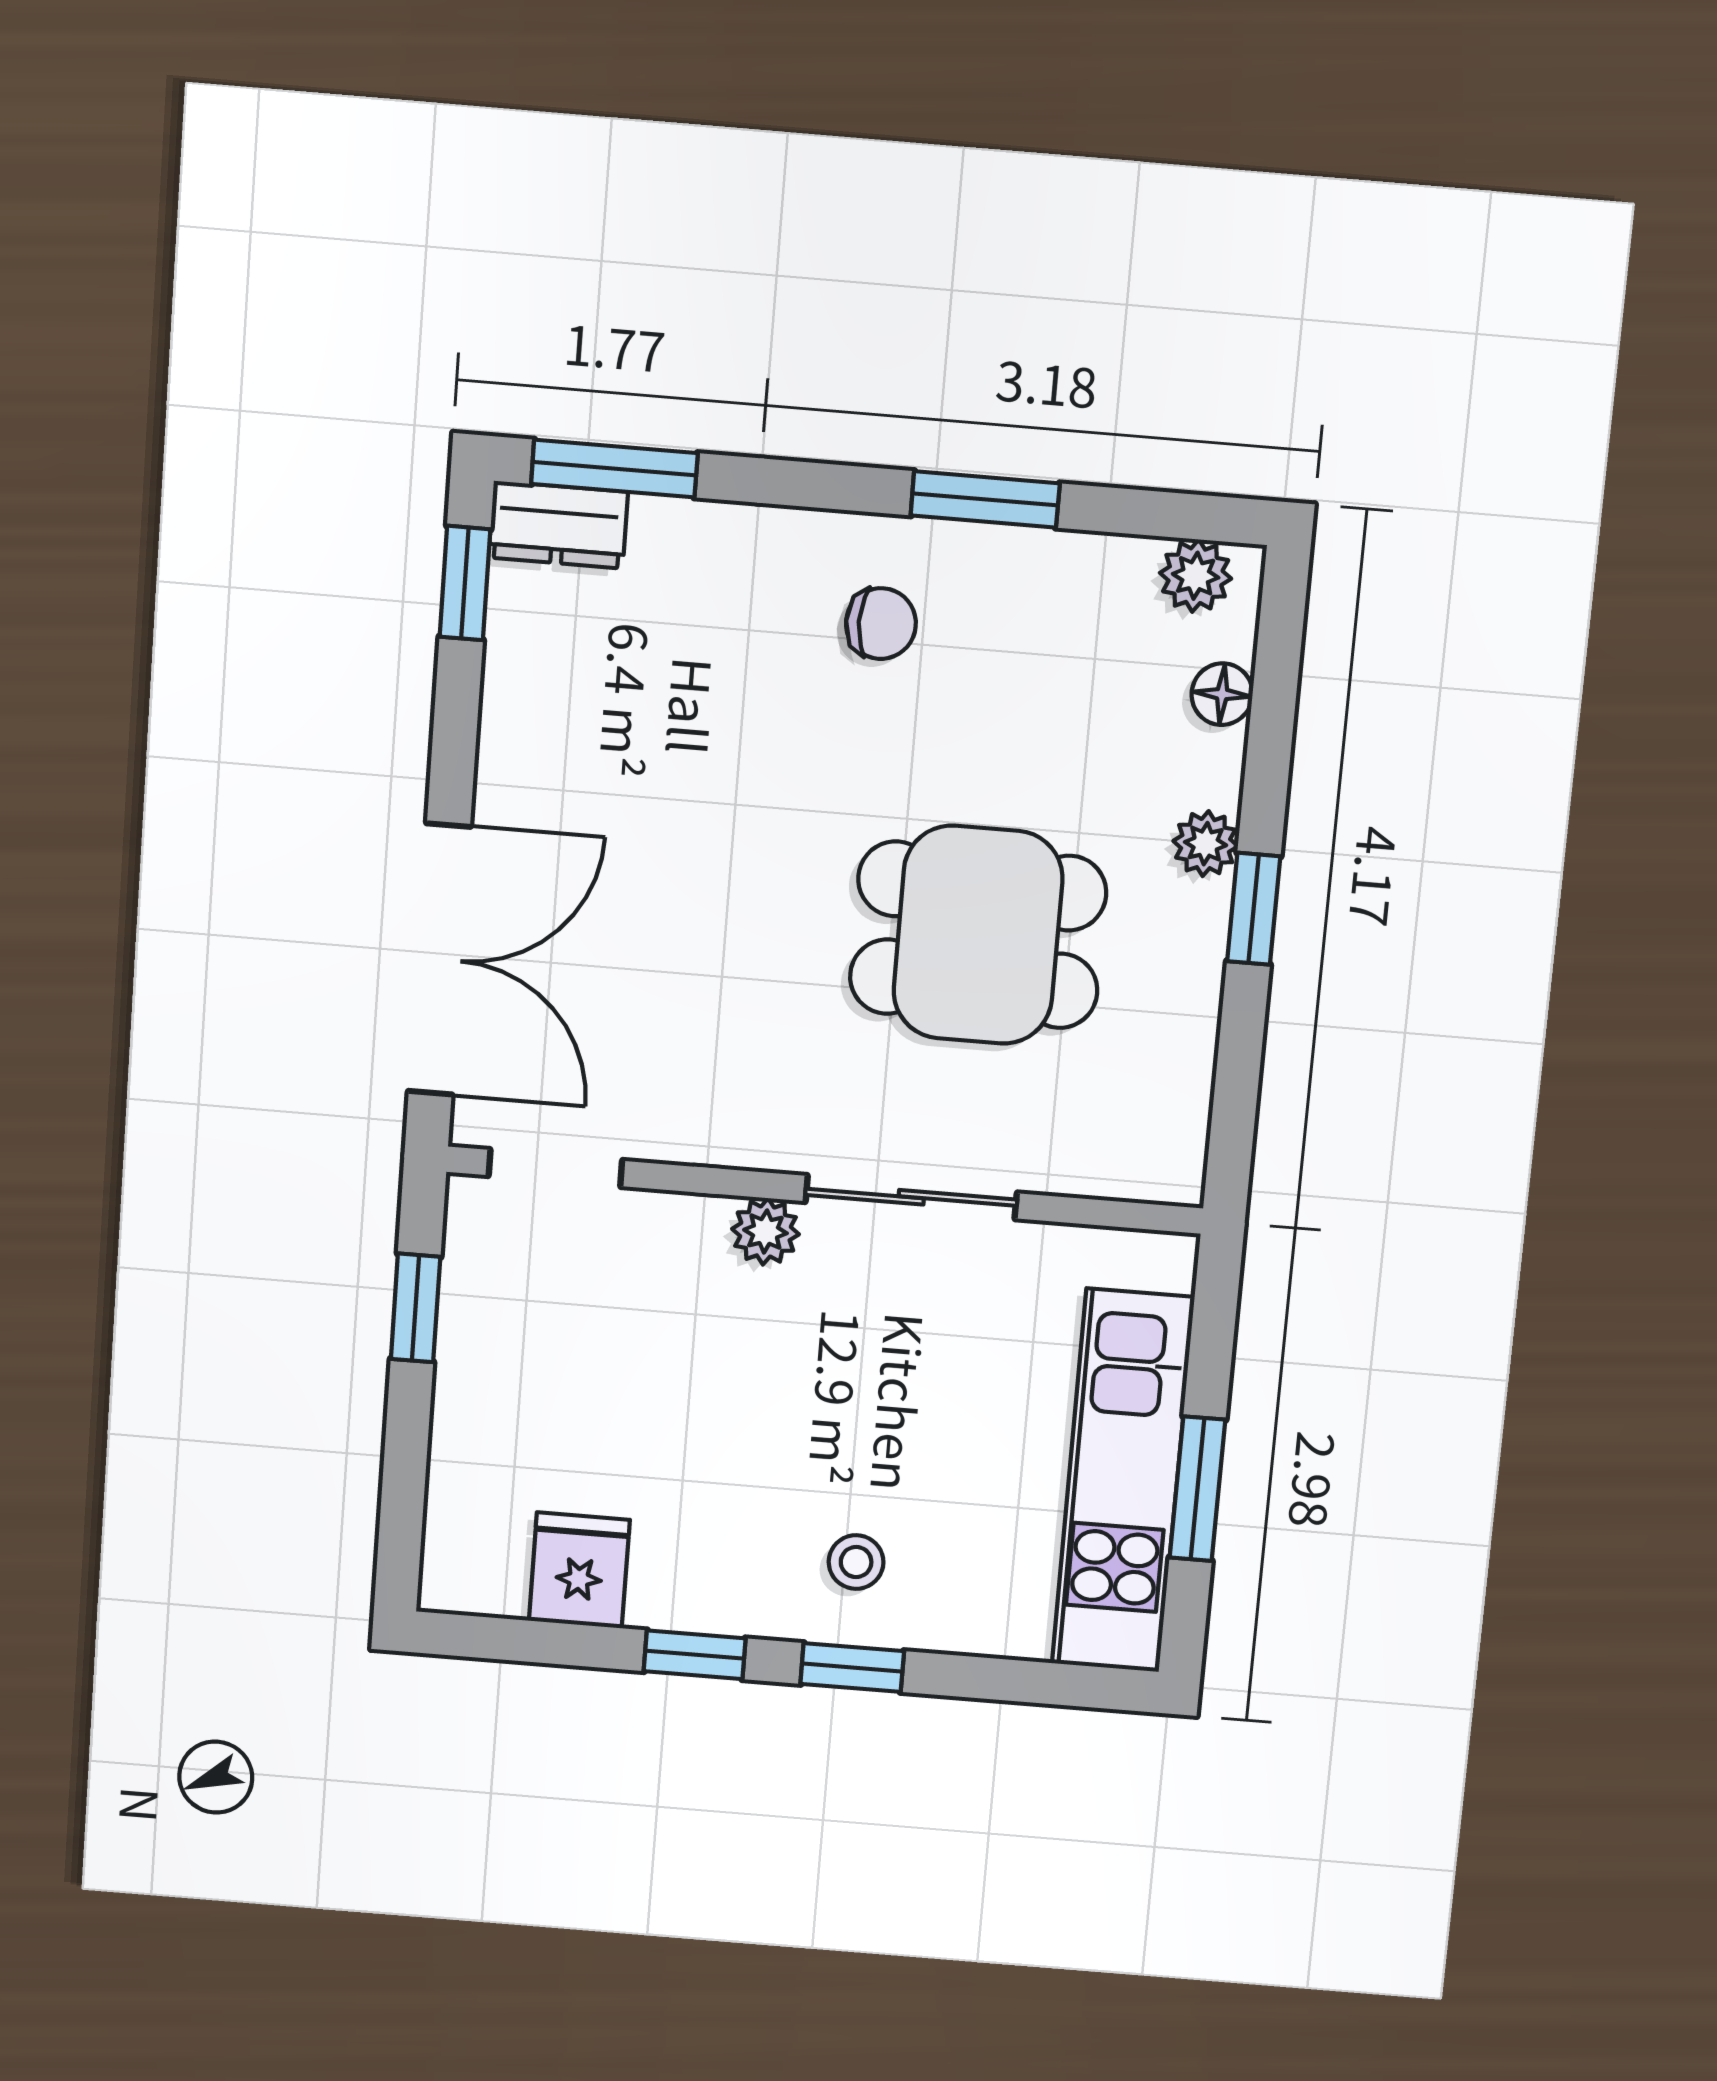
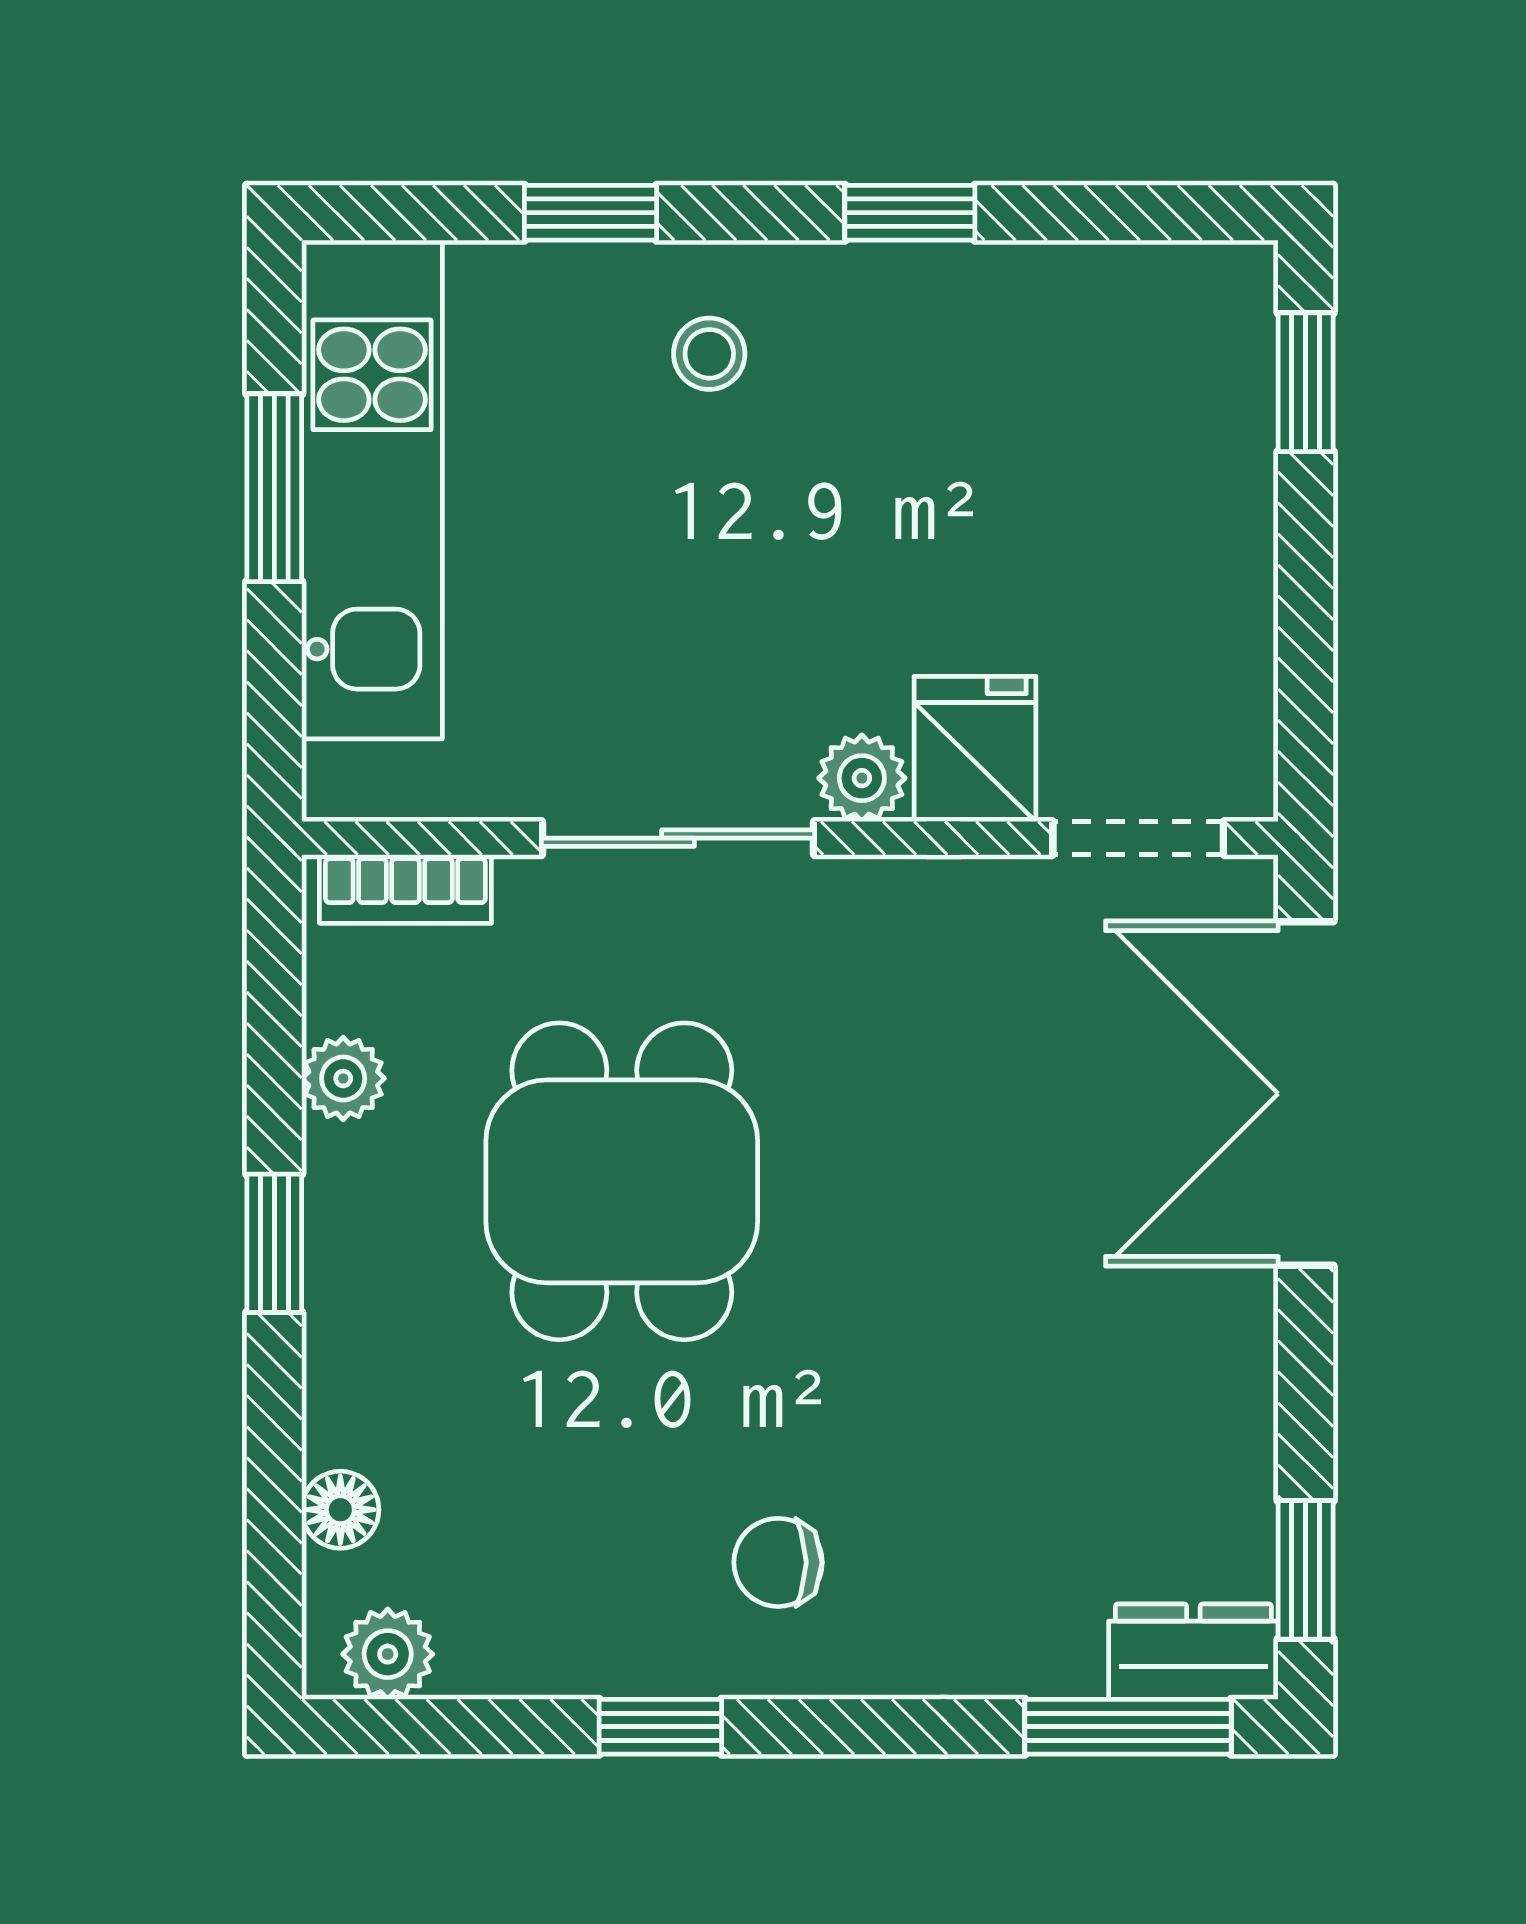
window: (985, 499) -> (660, 1727), width x0.67
plant: (1206, 844) -> (343, 1078), moved
dining table: (978, 935) -> (622, 1181), turned 90
bookcase: (1126, 1175) -> (405, 889), added
window: (416, 1308) -> (1306, 382), moved
fridge: (579, 1570) -> (975, 749), moved, turned 180
window: (852, 1668) -> (591, 213), moved

